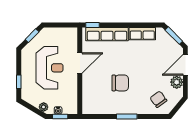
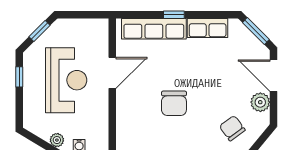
window: (92, 25) -> (174, 15), moved
door: (185, 65) -> (274, 76), hinge flipped
window: (19, 82) -> (19, 77), moved
chair: (120, 83) -> (174, 103), turned 90

